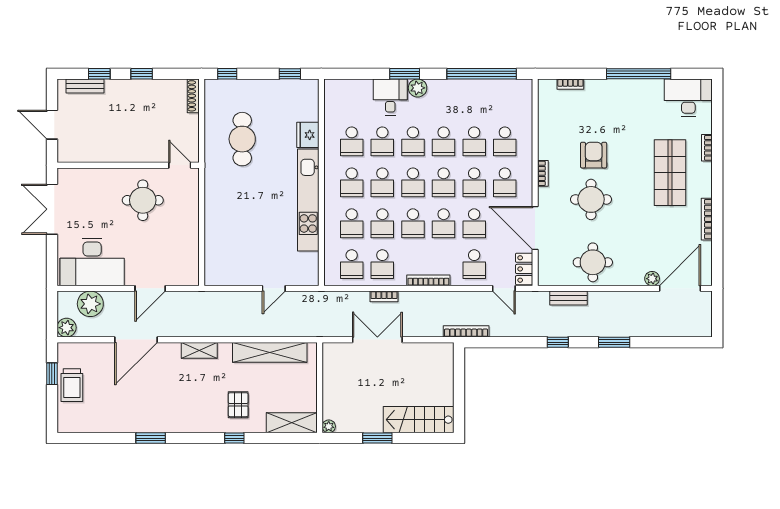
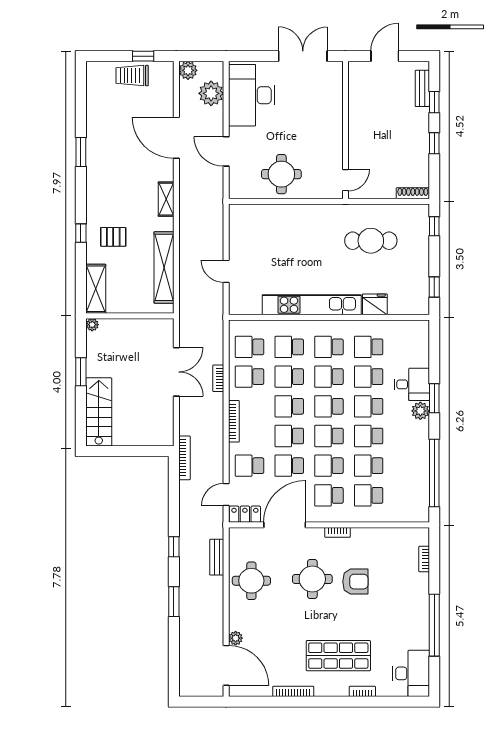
round table: (143, 200) -> (281, 174), moved

